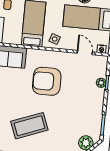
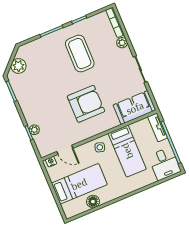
coffee table: (29, 126) -> (80, 54), turned -69

